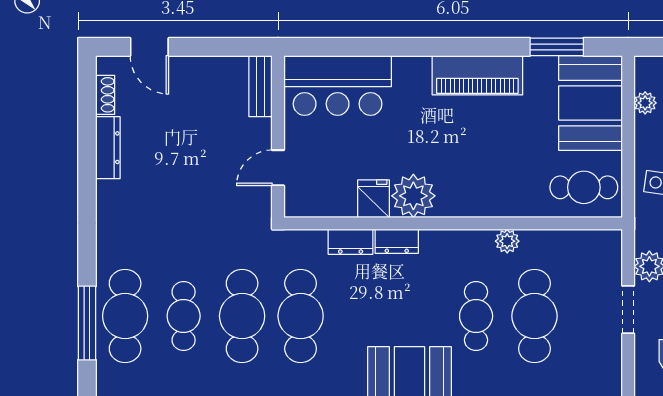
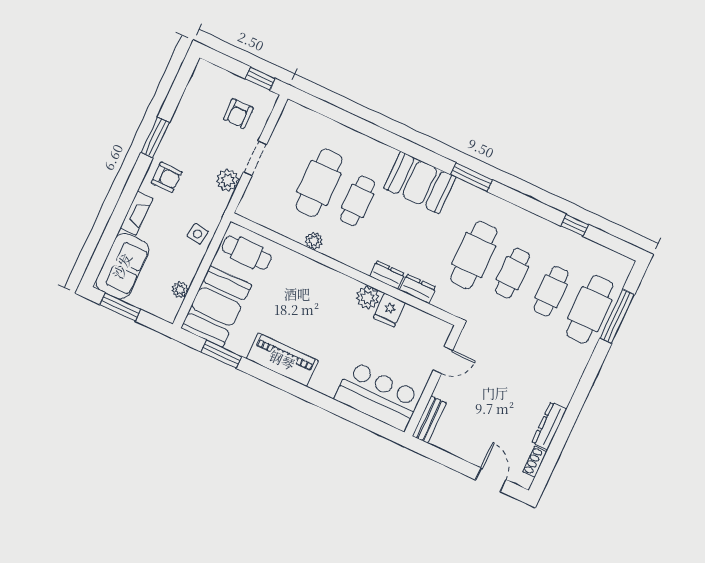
plant: (413, 196) -> (368, 298), width x0.73, depth x0.73
cafe table: (242, 316) -> (512, 273), width x0.73, depth x0.74

